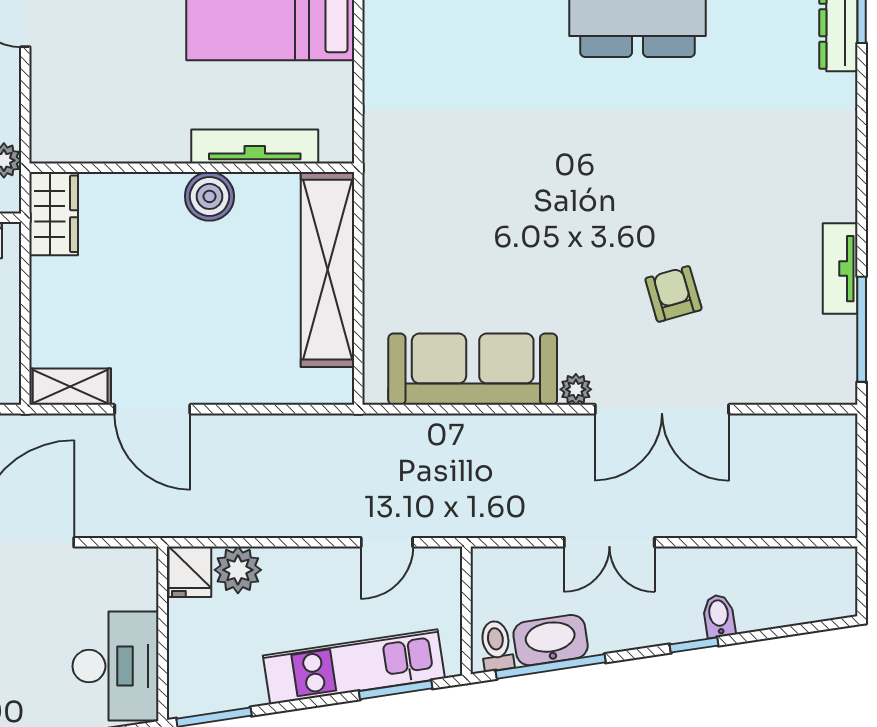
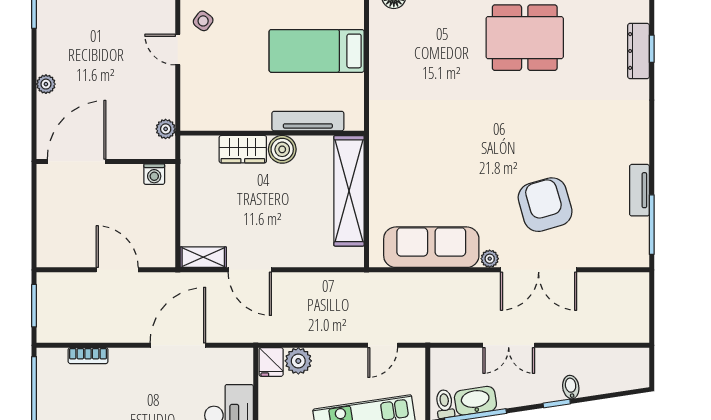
wardrobe: (54, 214) -> (243, 149), moved, turned 90
armchair: (673, 294) -> (545, 205), width x1.88, depth x1.88

